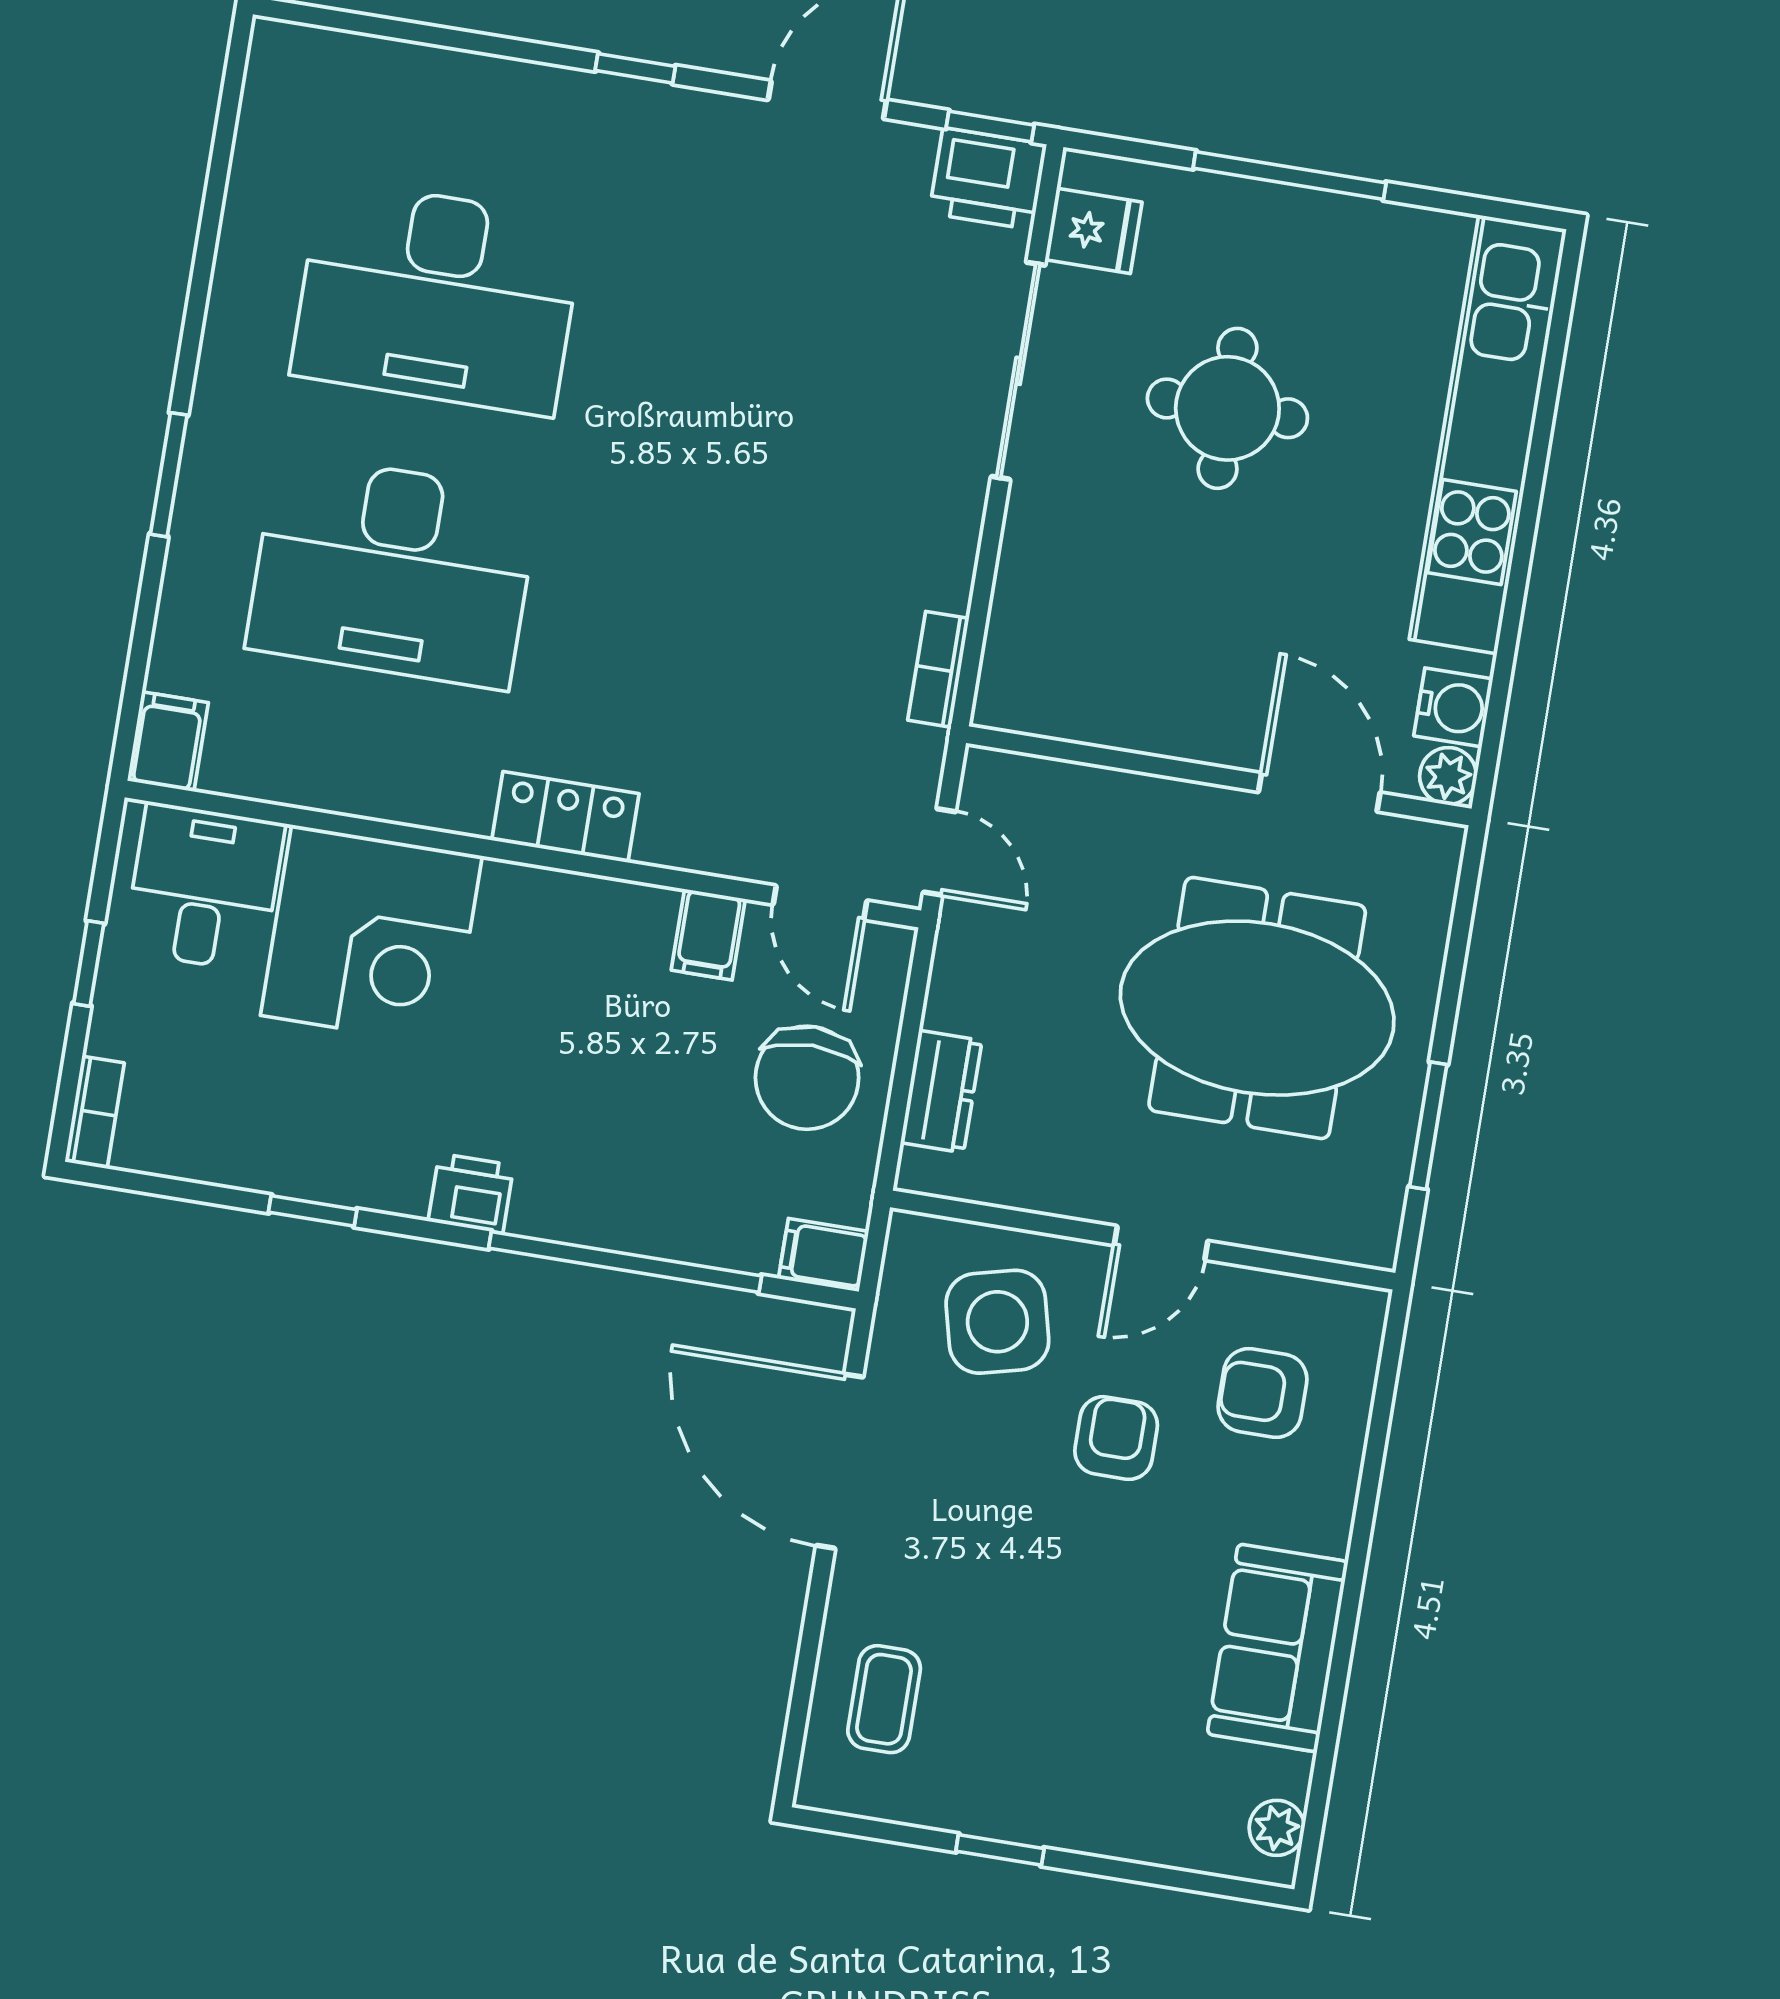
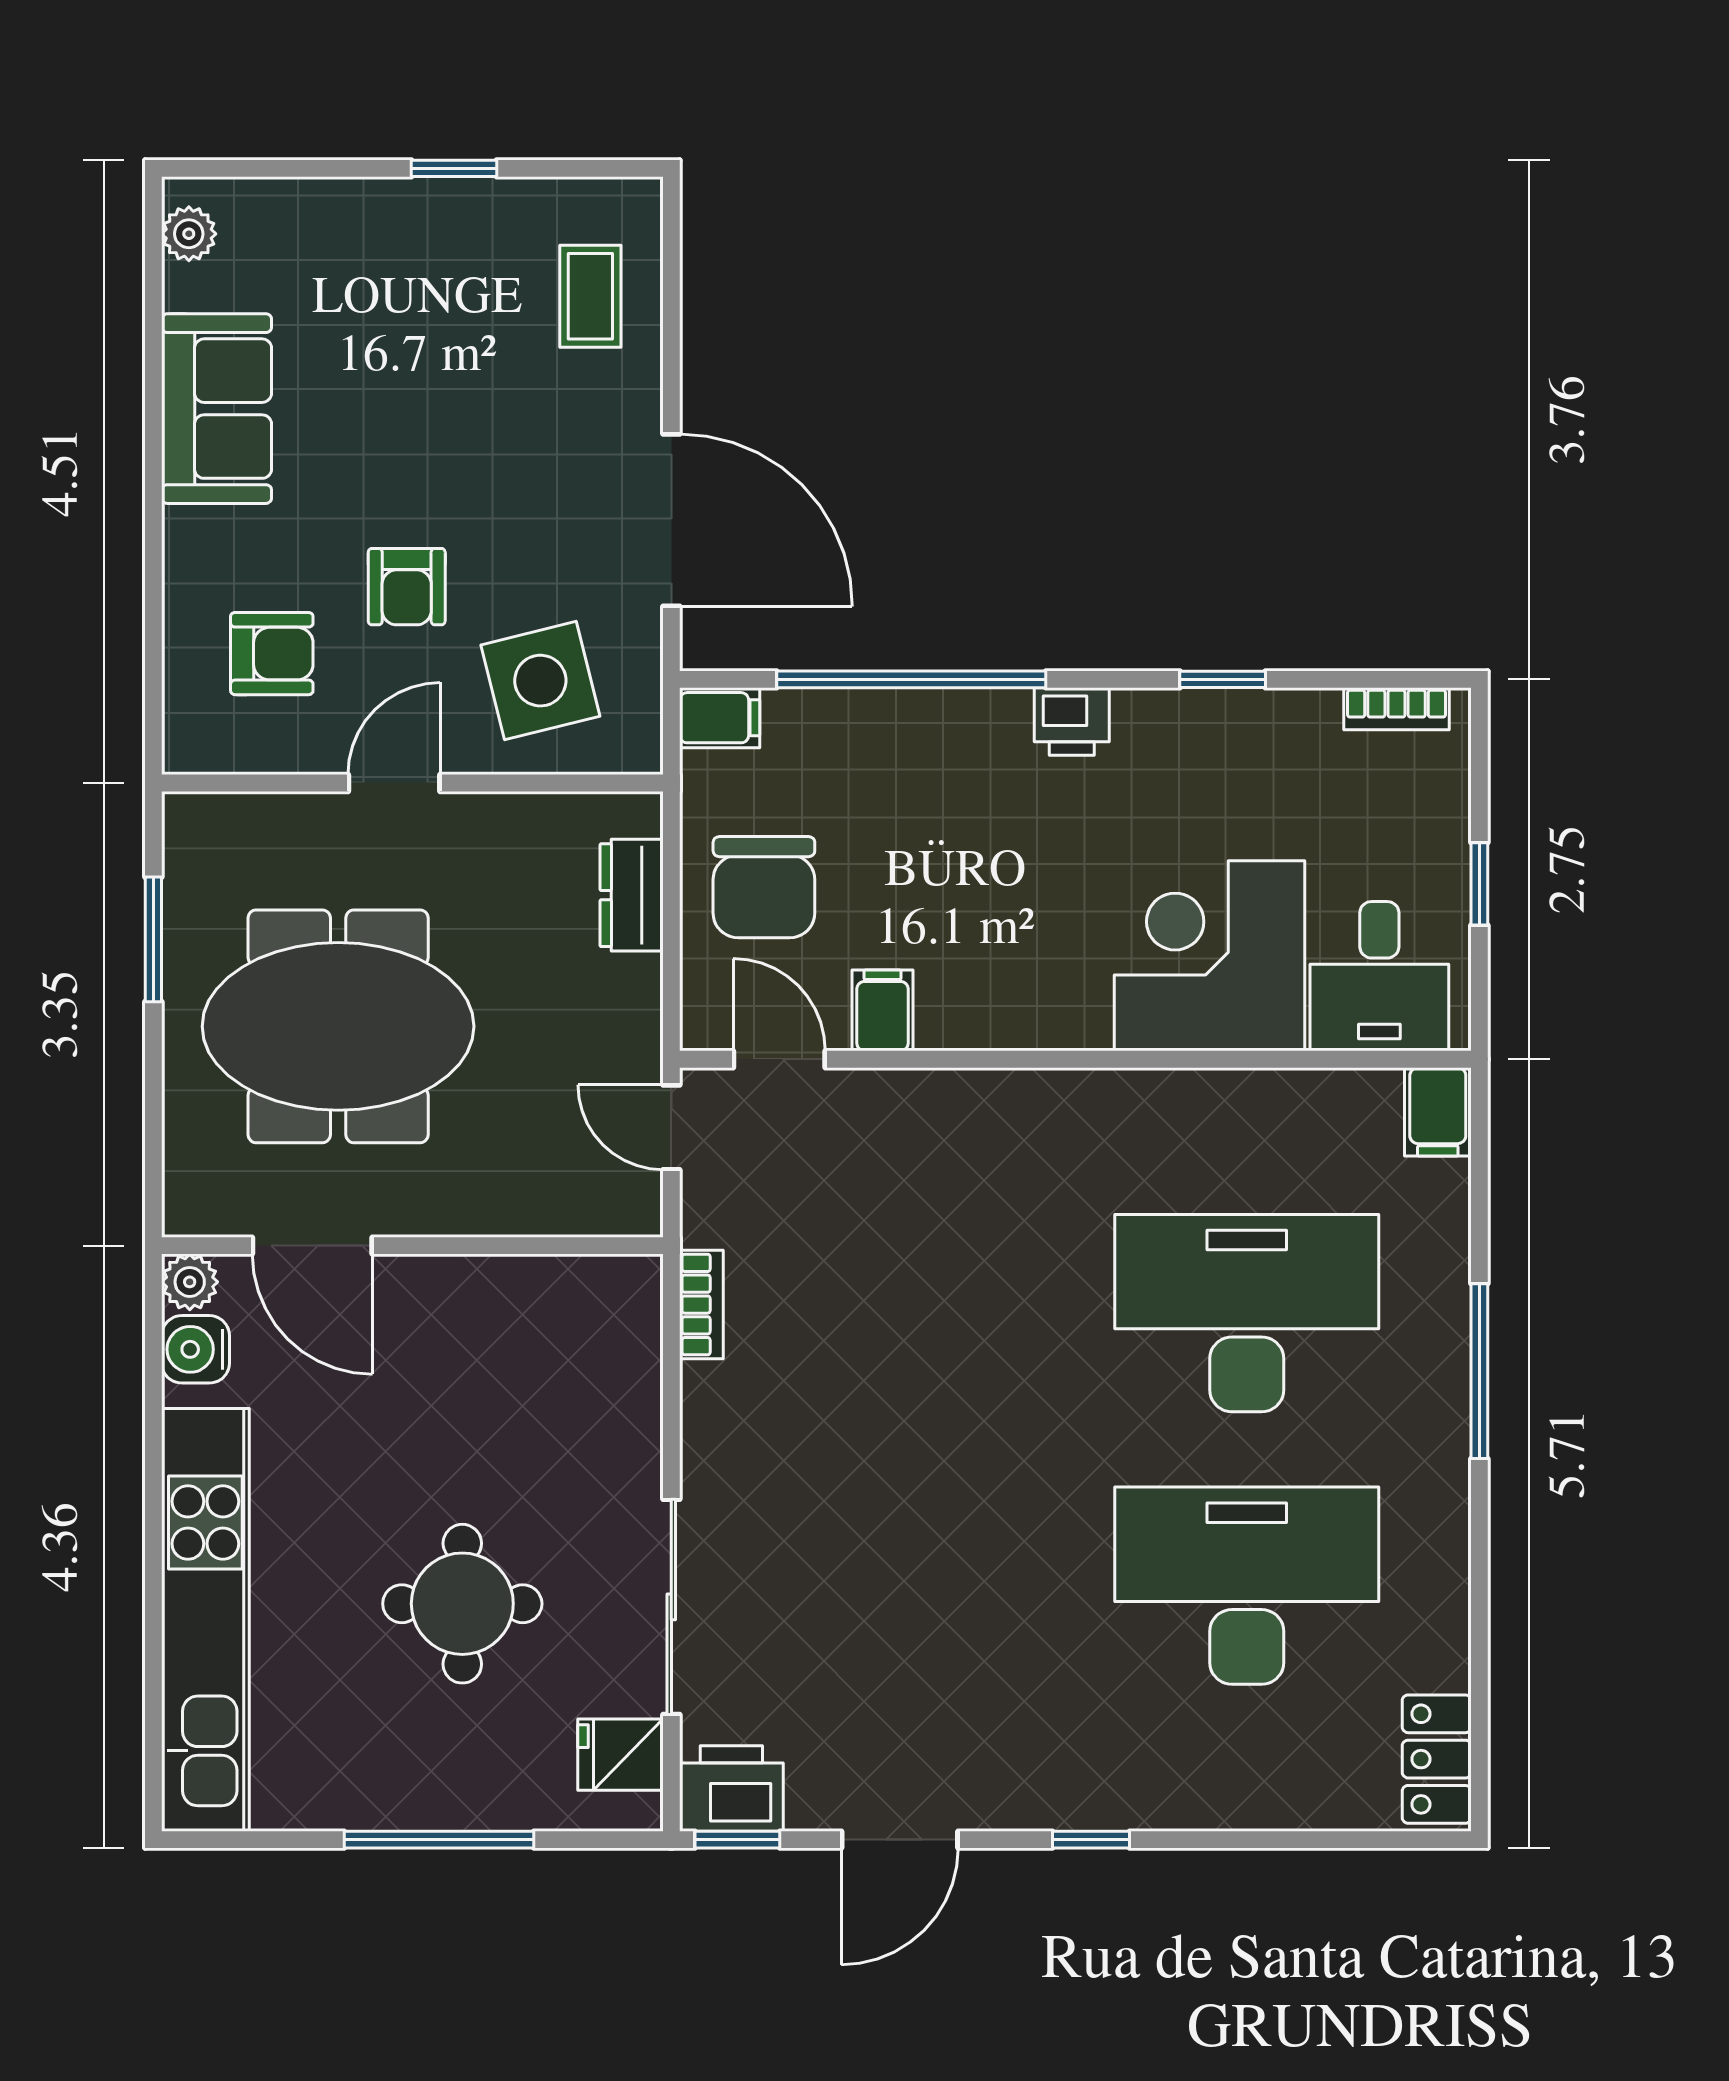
window: (169, 475) -> (1479, 1371), width x1.44
locker: (565, 817) -> (1437, 1759), moved, turned 90
chair: (807, 1078) -> (764, 887), turned 180
bookcase: (95, 1112) -> (1397, 709), moved, turned -90

